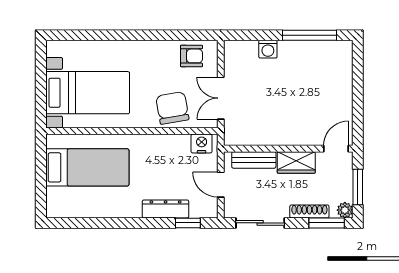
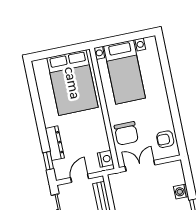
armchair: (191, 56) -> (165, 139), turned 90
chair: (172, 108) -> (126, 133), turned 100
bed: (87, 167) -> (72, 83), width x1.50

